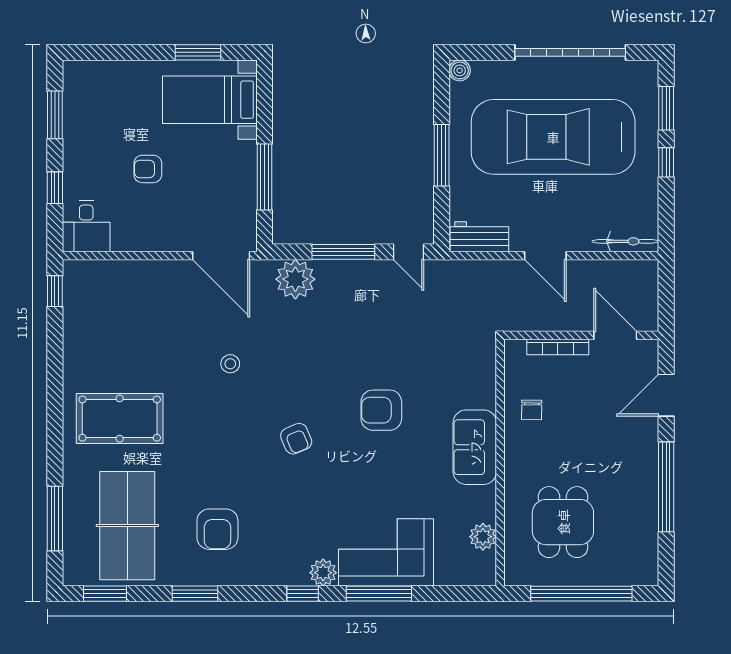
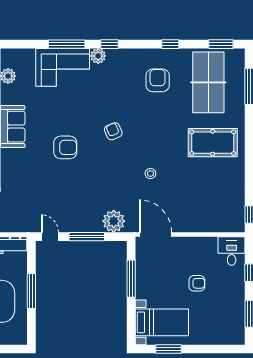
boiler: (460, 70) -> (21, 339), removed
window: (195, 594) -> (170, 44), width x0.67

